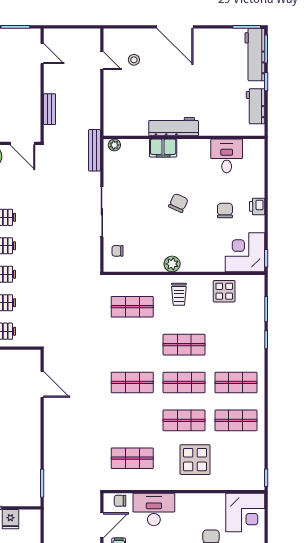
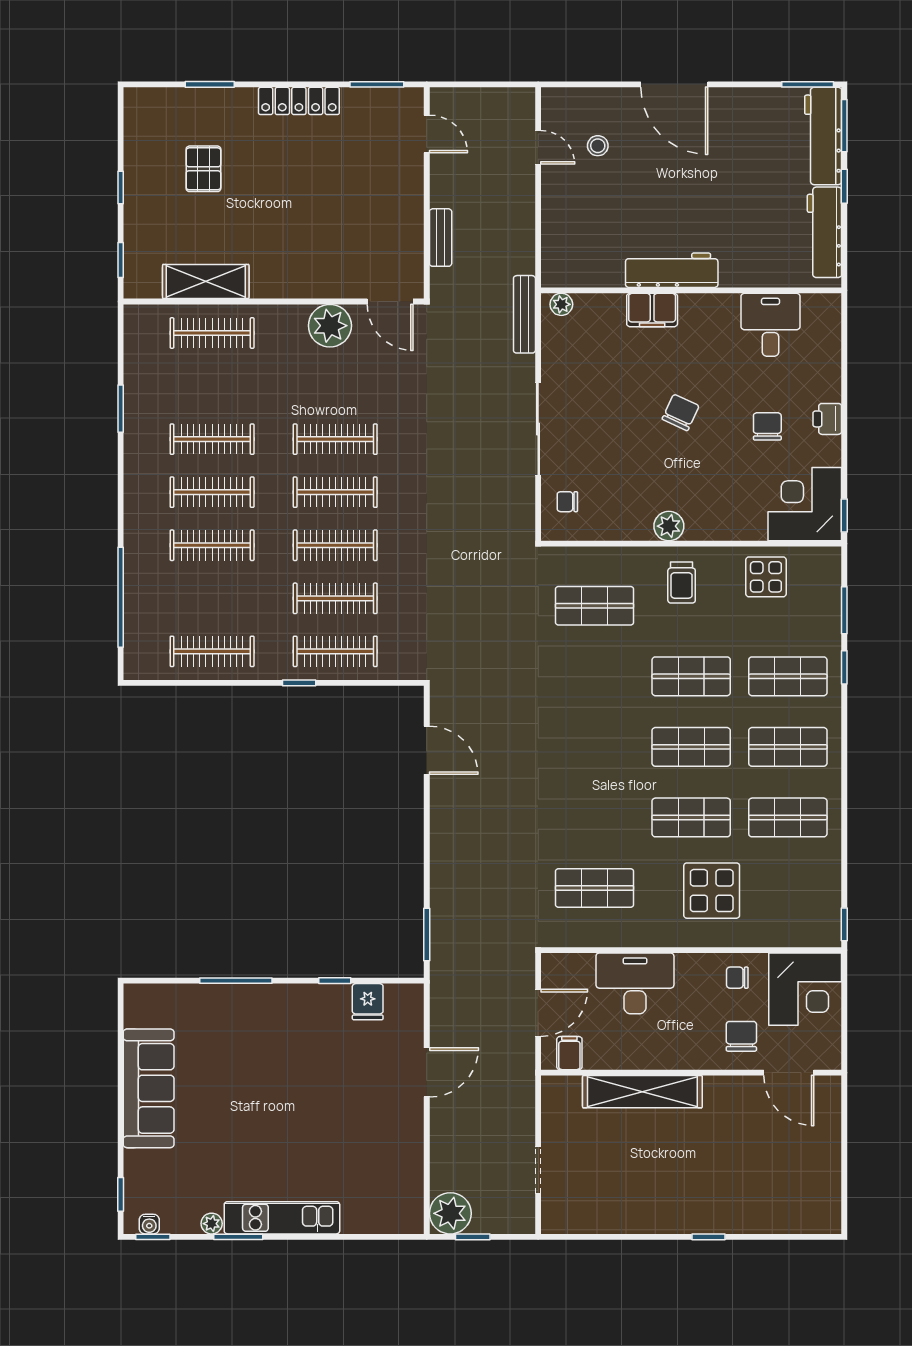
workbench: (256, 106) -> (824, 232), width x1.38
shop shelf: (132, 382) -> (788, 676), moved
chair: (120, 501) -> (737, 978), moved

